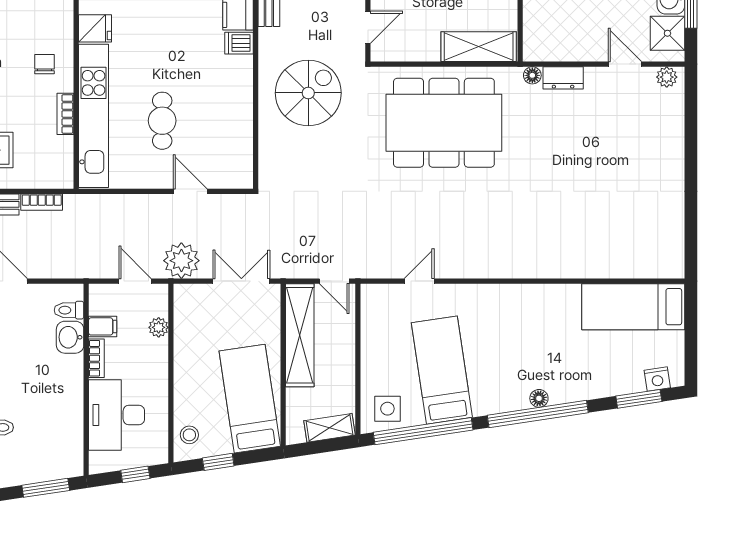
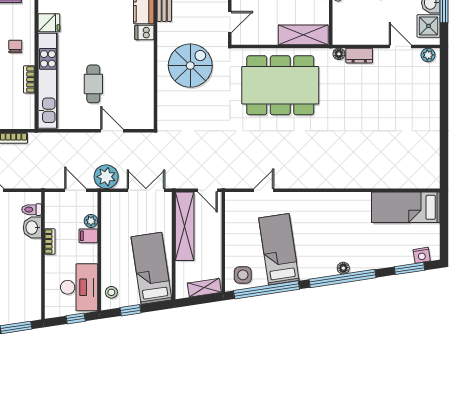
filing cabinet: (103, 326) -> (88, 236), moved, turned 180
desk: (117, 415) -> (79, 287), moved, turned 180

